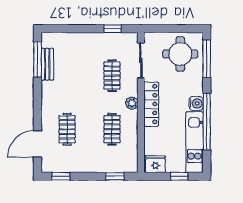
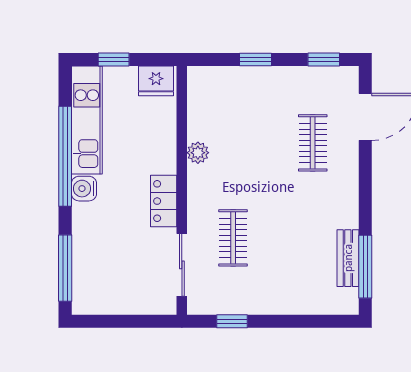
round table: (180, 54) -> (112, 276), removed
plant: (132, 103) -> (198, 153), moved
locker: (151, 104) -> (164, 201), width x0.66
clothes rail: (112, 129) -> (233, 143), removed
window: (115, 176) -> (256, 60), moved

